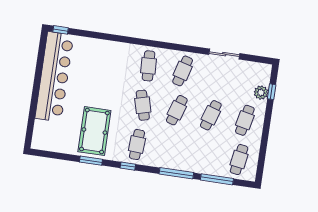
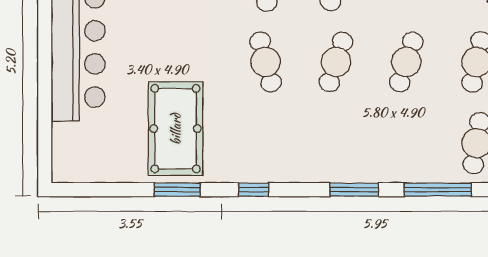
cafe table: (137, 145) -> (266, 143), removed
window: (176, 173) -> (354, 190), width x0.69

